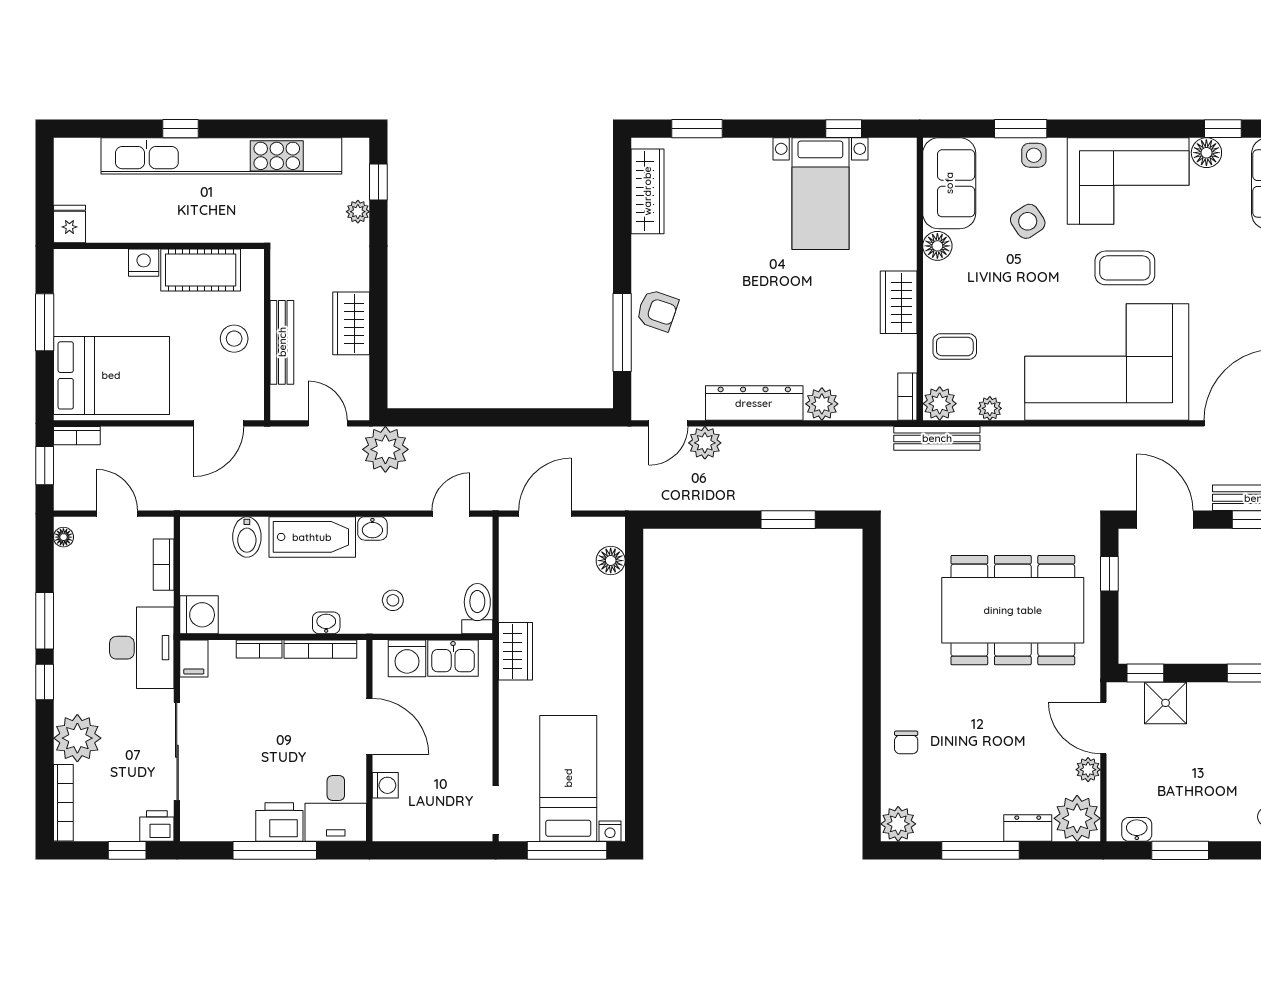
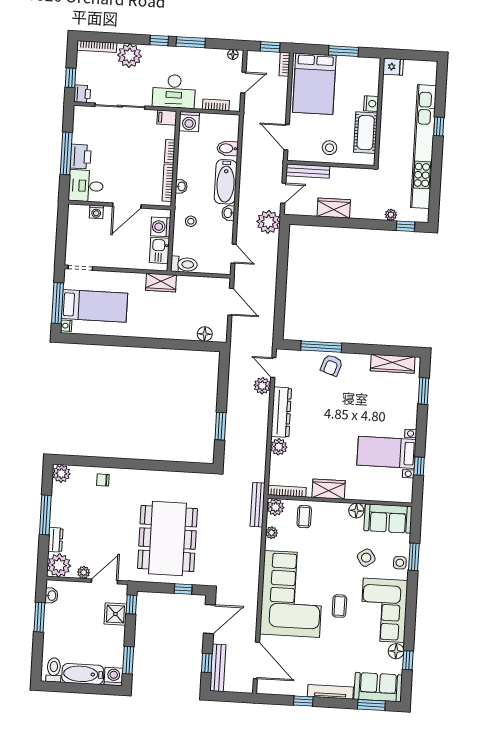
coffee table: (1125, 268) -> (339, 606), width x0.73, depth x0.77
bench: (282, 342) -> (308, 171), moved
bookcase: (907, 397) -> (287, 491), width x1.56

